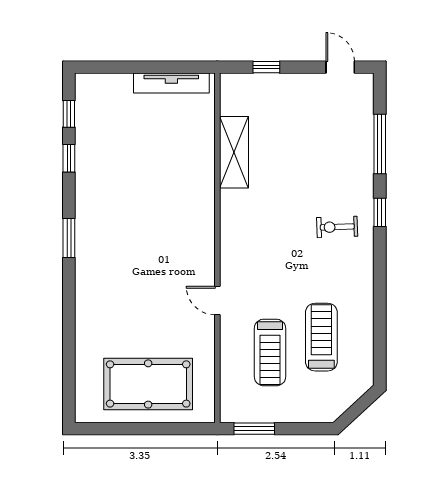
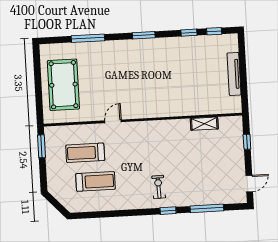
tv unit: (171, 83) -> (234, 74), moved
shelving: (234, 152) -> (204, 124), width x0.67, depth x0.75
window: (69, 336) -> (88, 38), added

